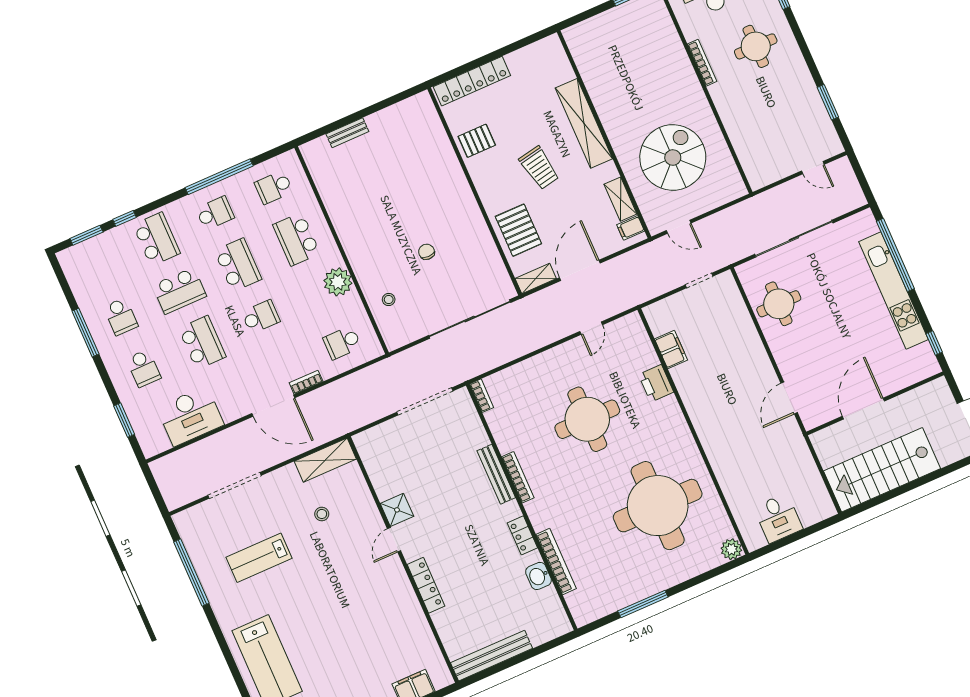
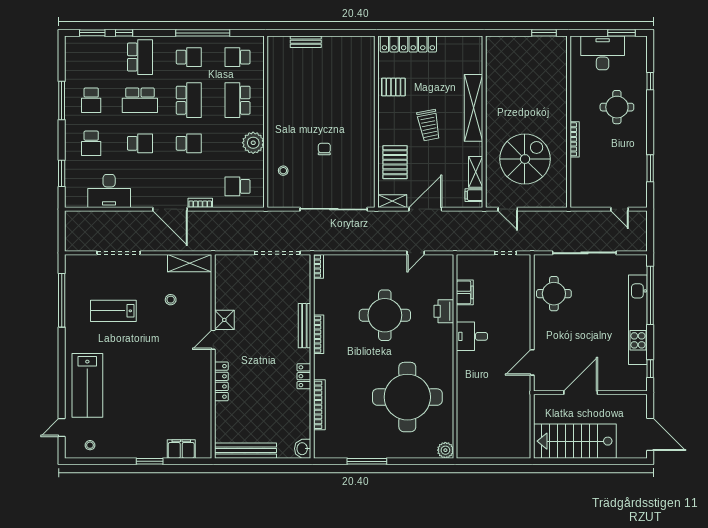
bookcase: (702, 63) -> (575, 139), moved
school desk: (202, 343) -> (140, 143), width x0.54
desk: (778, 518) -> (472, 336), moved, turned 90
washbasin: (538, 576) -> (303, 449), moved

